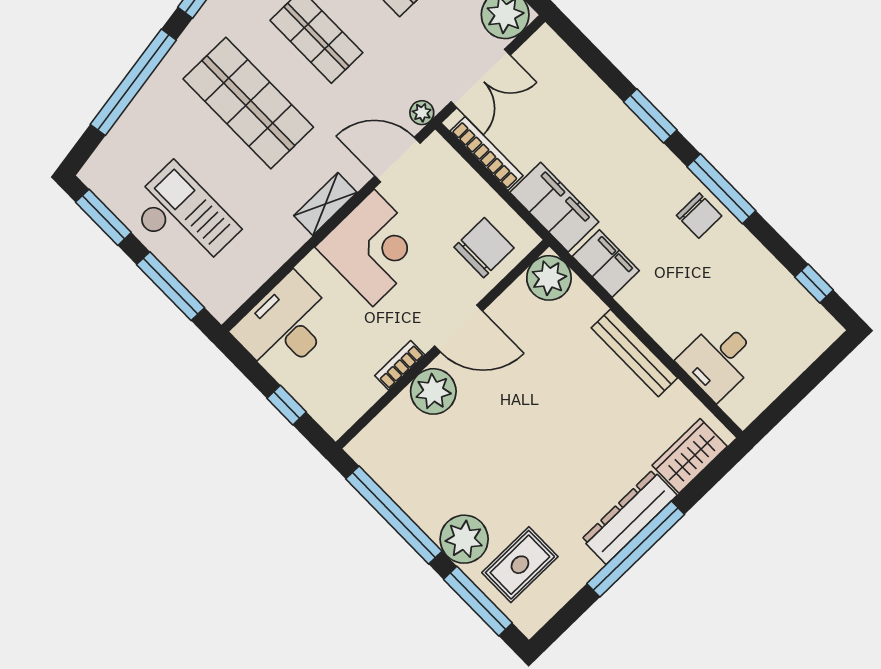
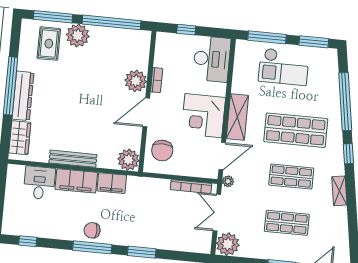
shelving: (325, 204) -> (237, 117), width x1.50, depth x1.33
filing cabinet: (554, 207) -> (76, 181), moved

